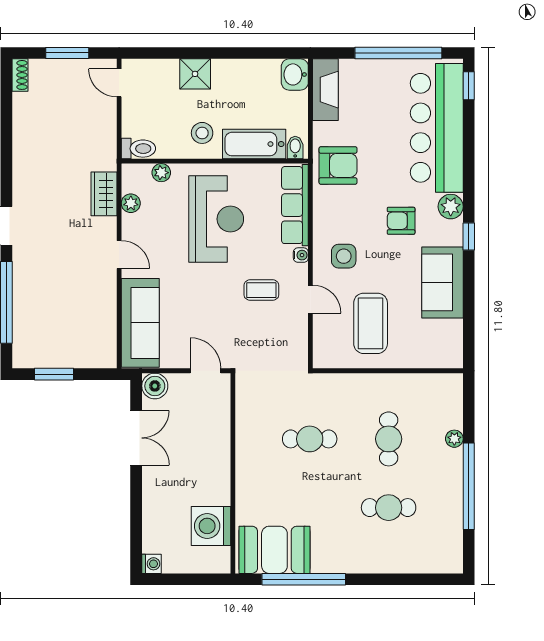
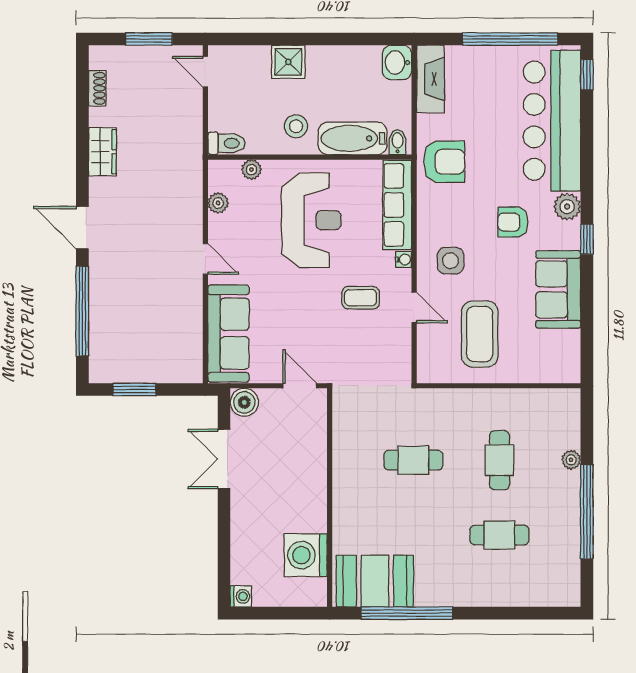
shoe rack: (20, 75) -> (97, 88), moved
wardrobe: (104, 194) -> (102, 152), moved, turned 180
double door: (136, 438) -> (224, 459), swing flipped

